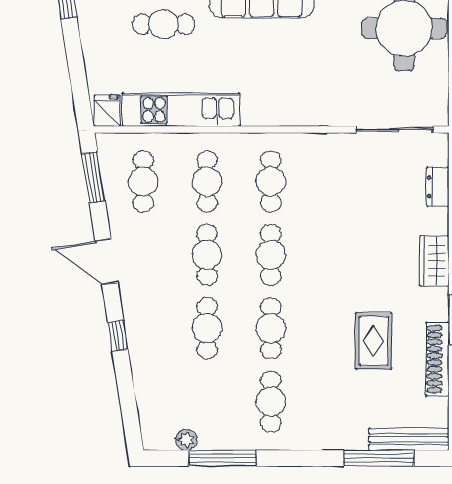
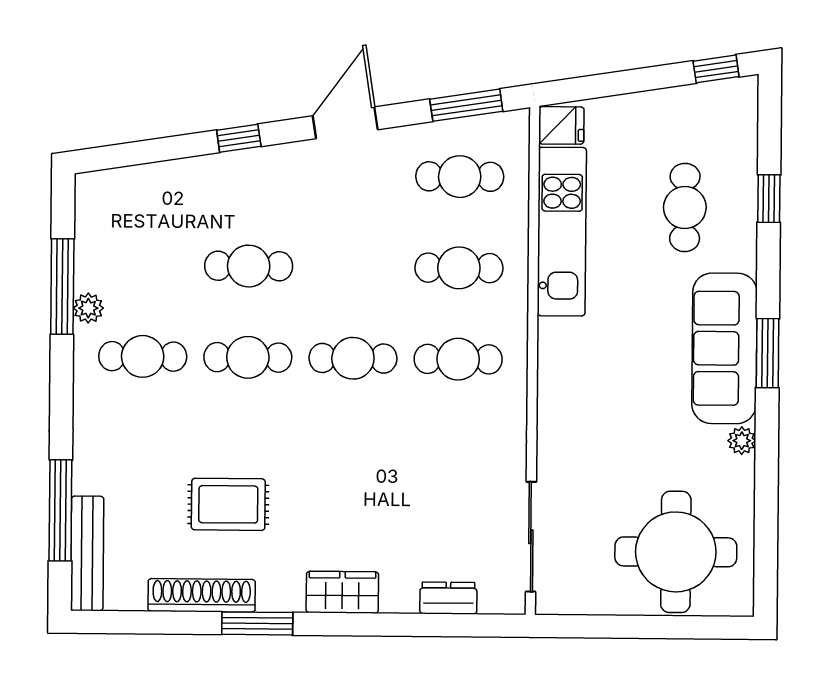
cafe table: (207, 255) -> (354, 267), removed
plant: (186, 440) -> (88, 308), moved

